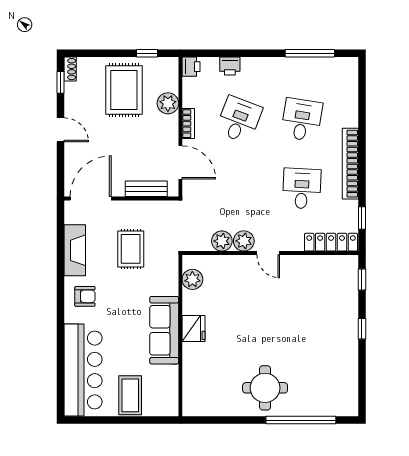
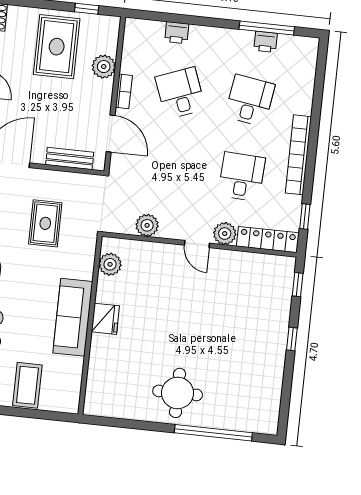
printer: (191, 67) -> (266, 42), moved, turned 90
desk: (239, 120) -> (180, 93), turned -42
plant: (244, 241) -> (225, 234), moved

